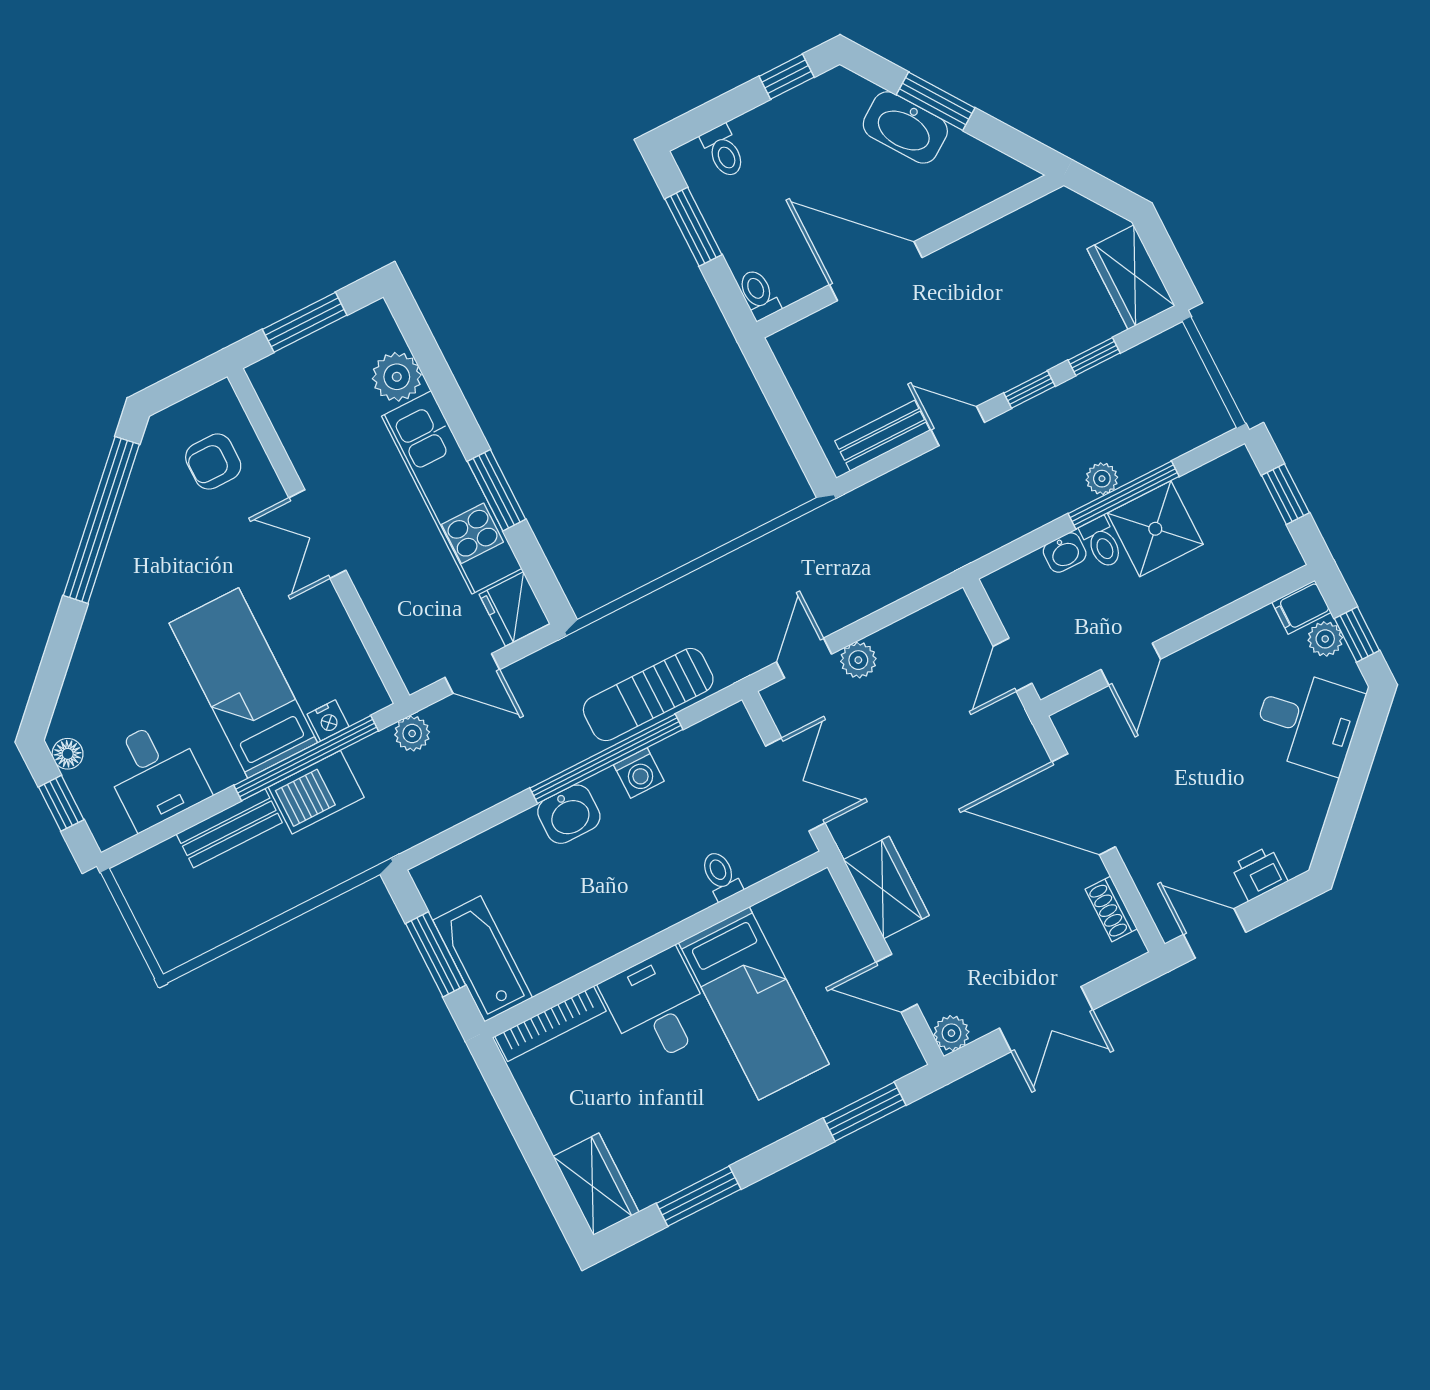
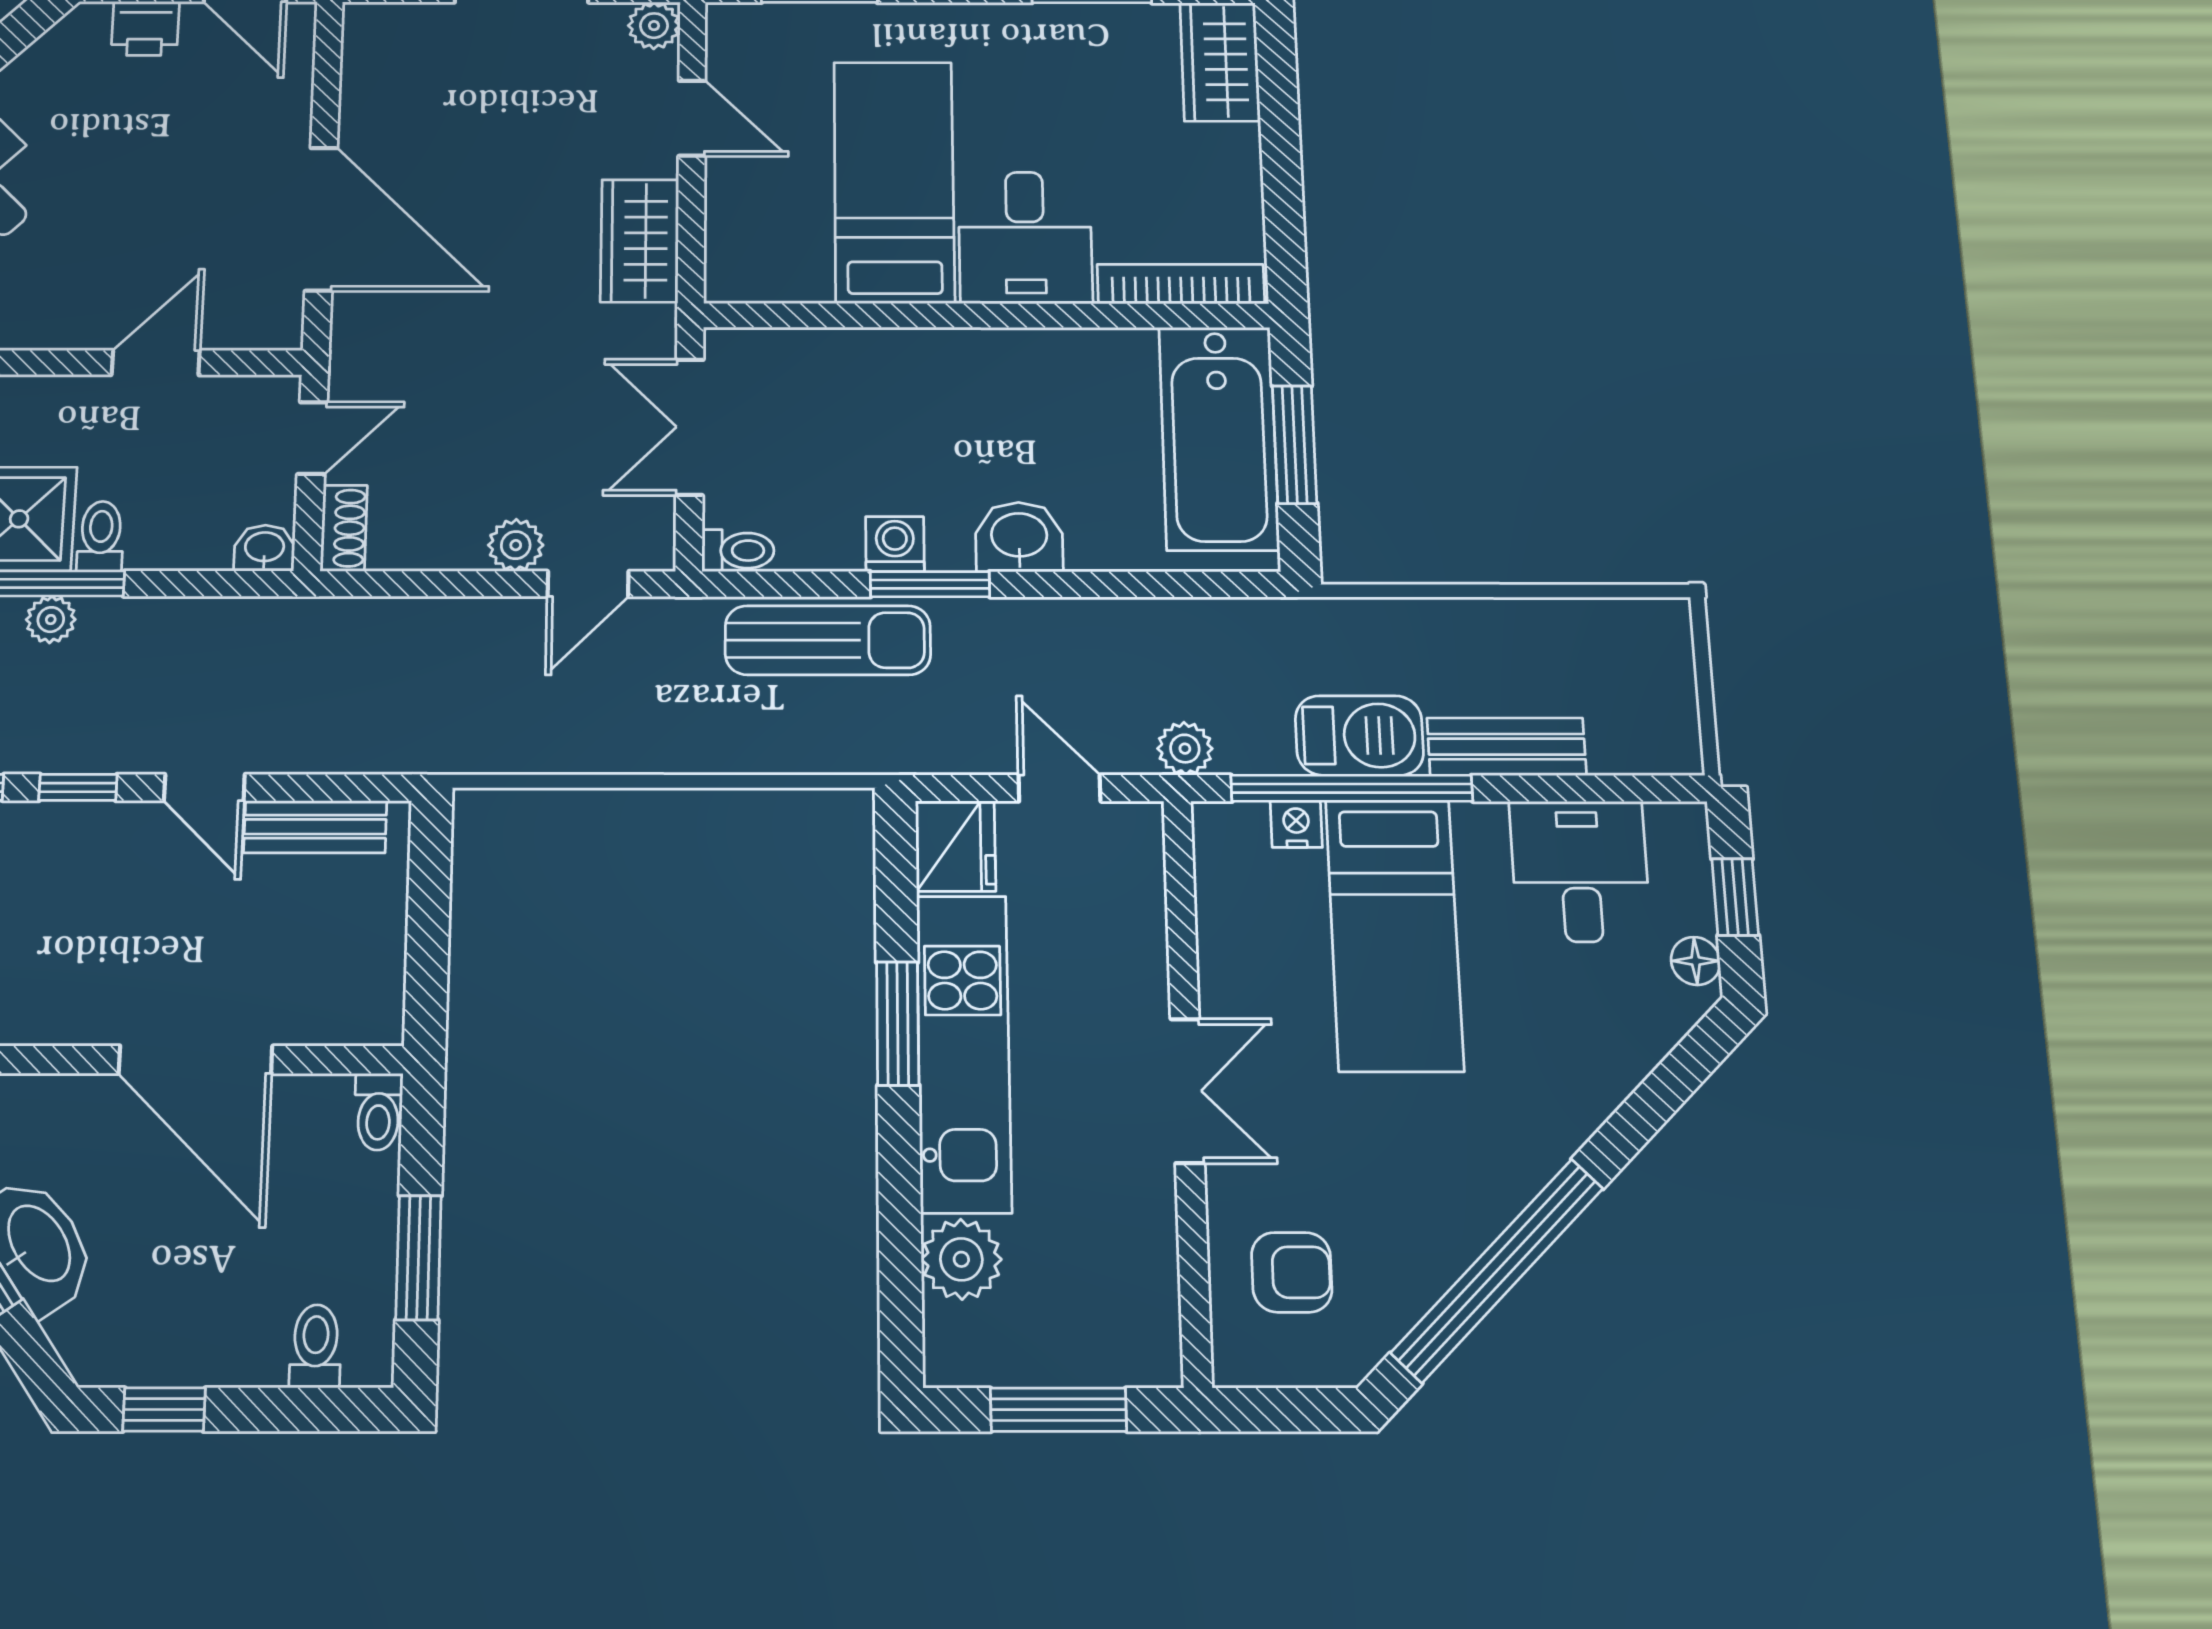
washbasin: (1065, 553) -> (265, 548), moved
window: (606, 759) -> (930, 584), width x0.47
toilet: (721, 876) -> (738, 551), moved, turned -90
shoe rack: (1111, 909) -> (344, 528), moved
bathtub: (483, 959) -> (1219, 438), width x1.36, depth x1.36

